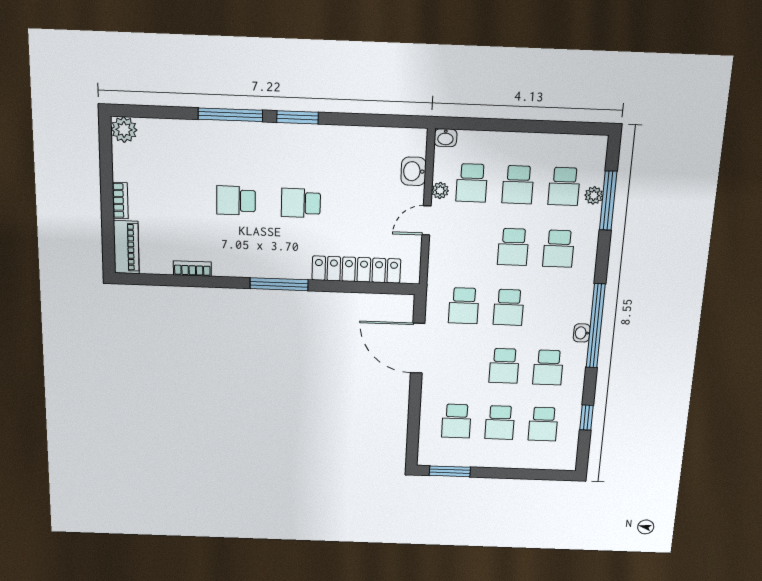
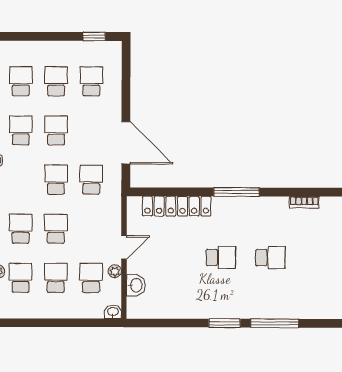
window: (450, 471) -> (94, 36), width x0.67

